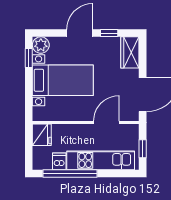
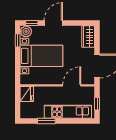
window: (109, 33) -> (32, 23), moved
dishwasher: (59, 161) -> (39, 112), removed
window: (70, 174) -> (46, 121), width x0.47

